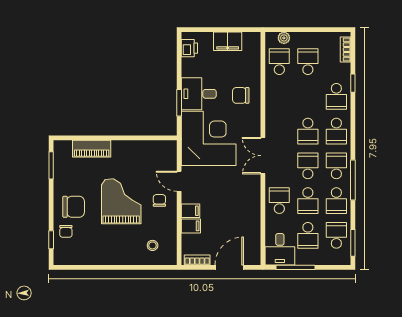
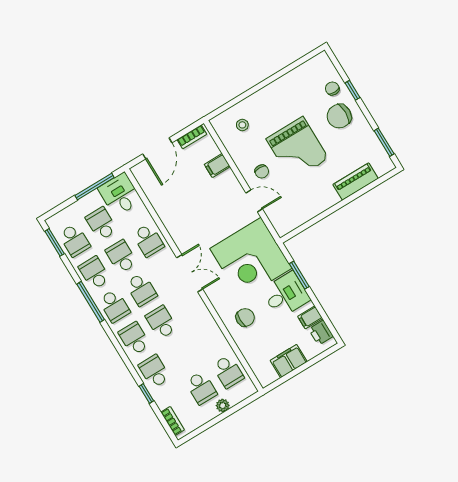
plant: (284, 38) -> (223, 406), moved
filing cabinet: (191, 211) -> (310, 317), moved
window: (51, 240) -> (352, 90), moved

